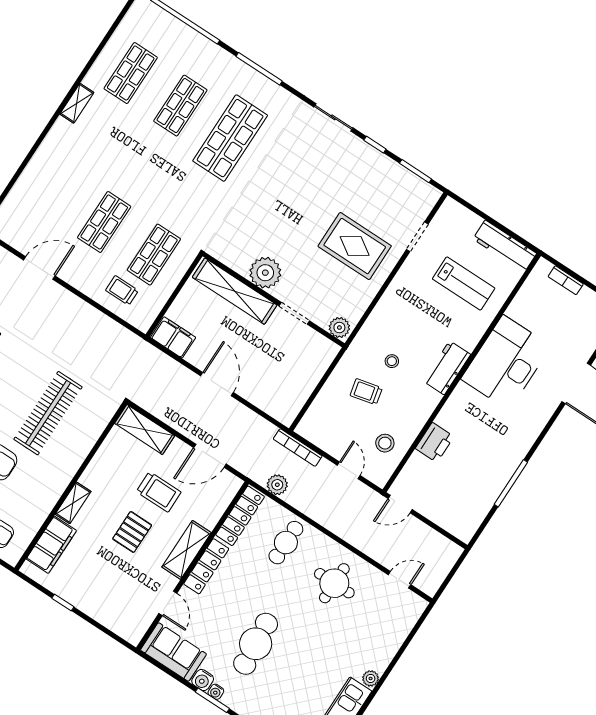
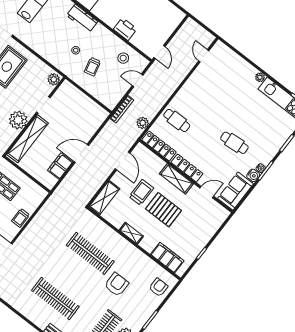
trolley: (122, 290) -> (21, 218), moved
filing cabinet: (173, 337) -> (60, 166), moved
shelving: (73, 503) -> (131, 233), moved
pallet: (132, 532) -> (164, 210), width x1.50, depth x1.42
round table: (334, 583) -> (203, 94), removed
cafe table: (256, 644) -> (234, 143), width x0.73, depth x0.74

